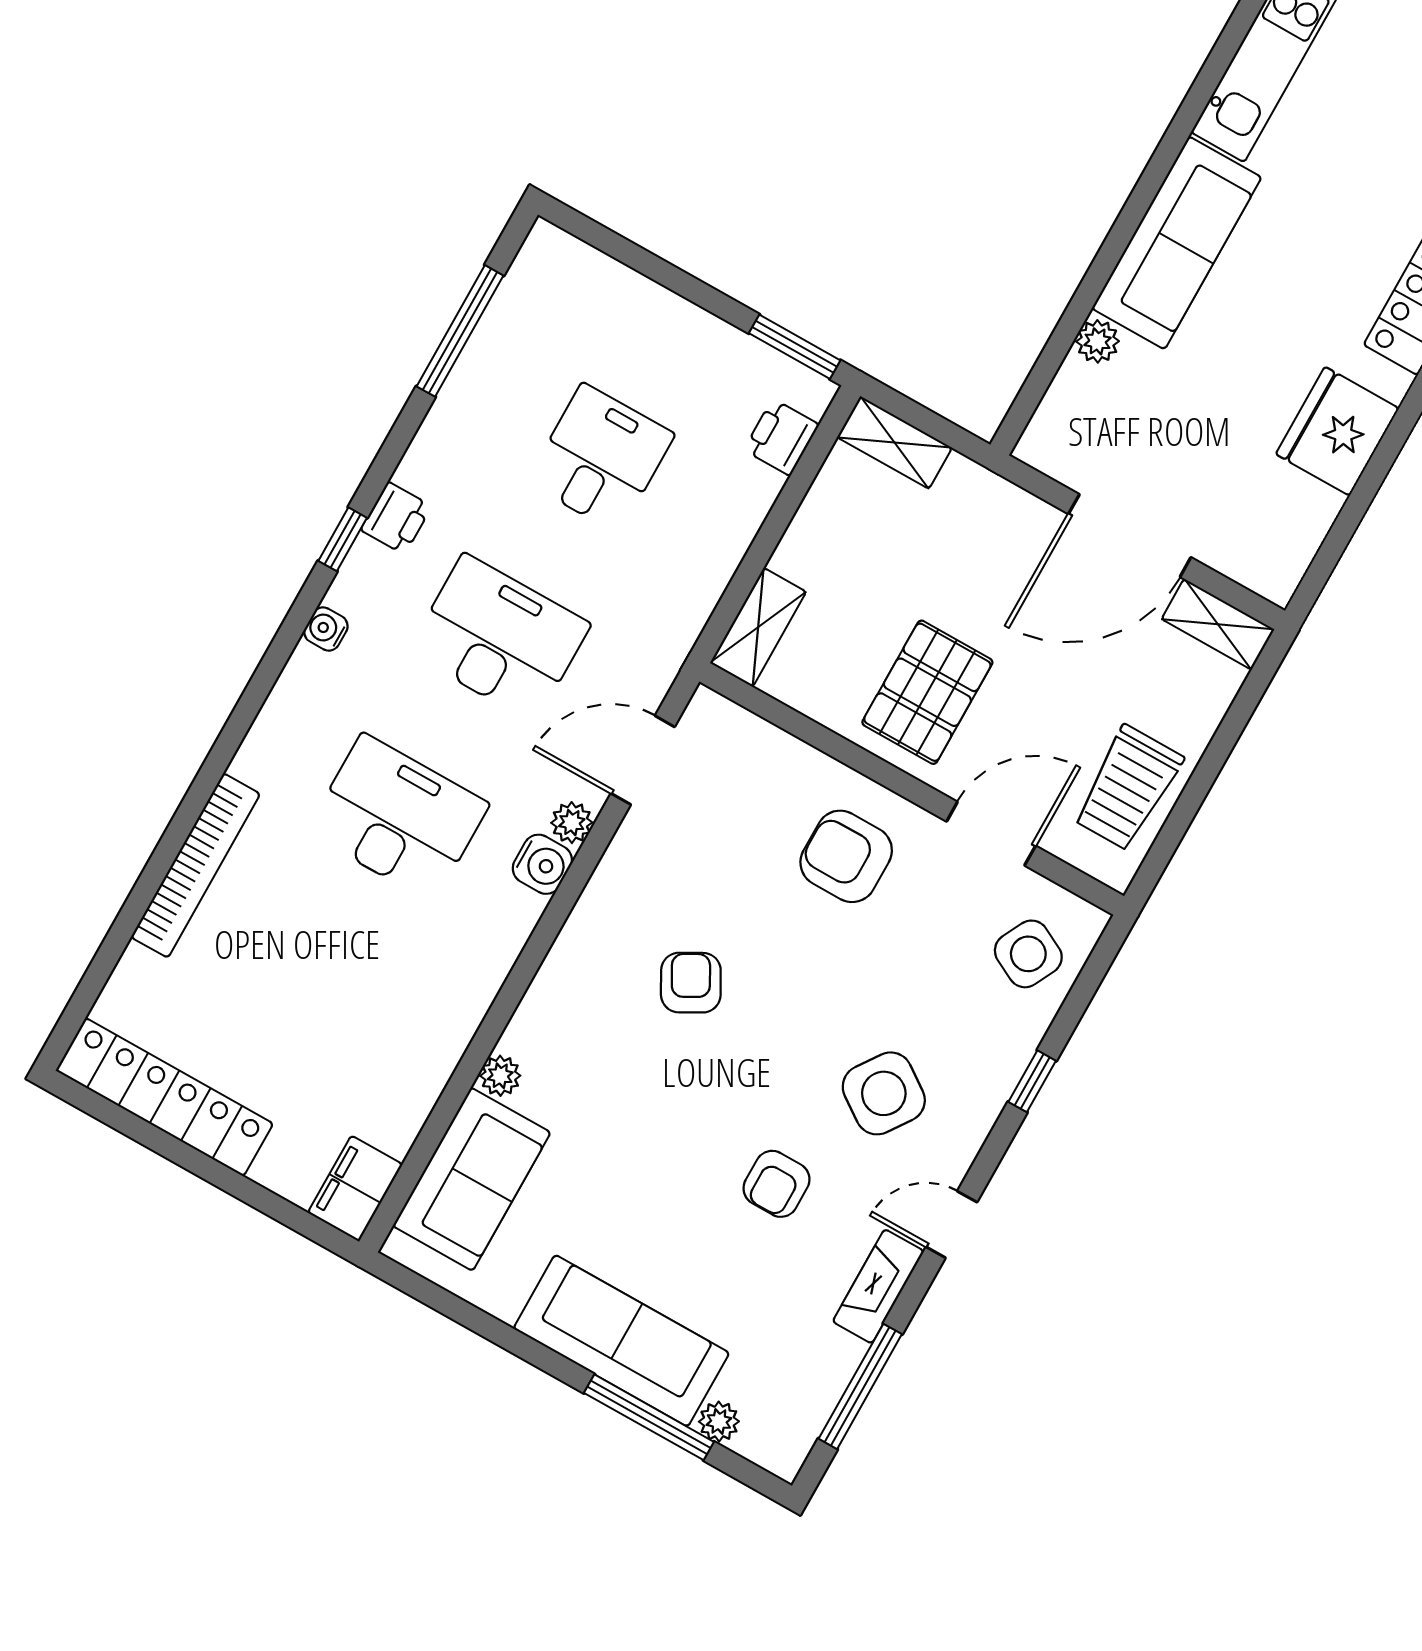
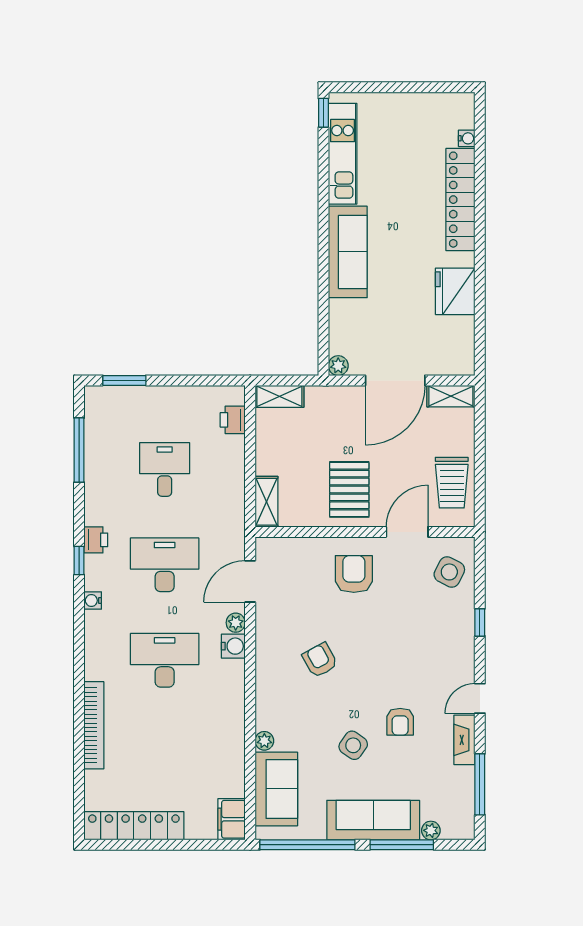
plant: (1098, 341) -> (338, 366), moved
window: (795, 347) -> (124, 380), moved
armchair: (846, 856) -> (354, 574), turned 90
side table: (884, 1093) -> (353, 745), moved, width x0.73, depth x0.73
window: (471, 1317) -> (307, 845), added

